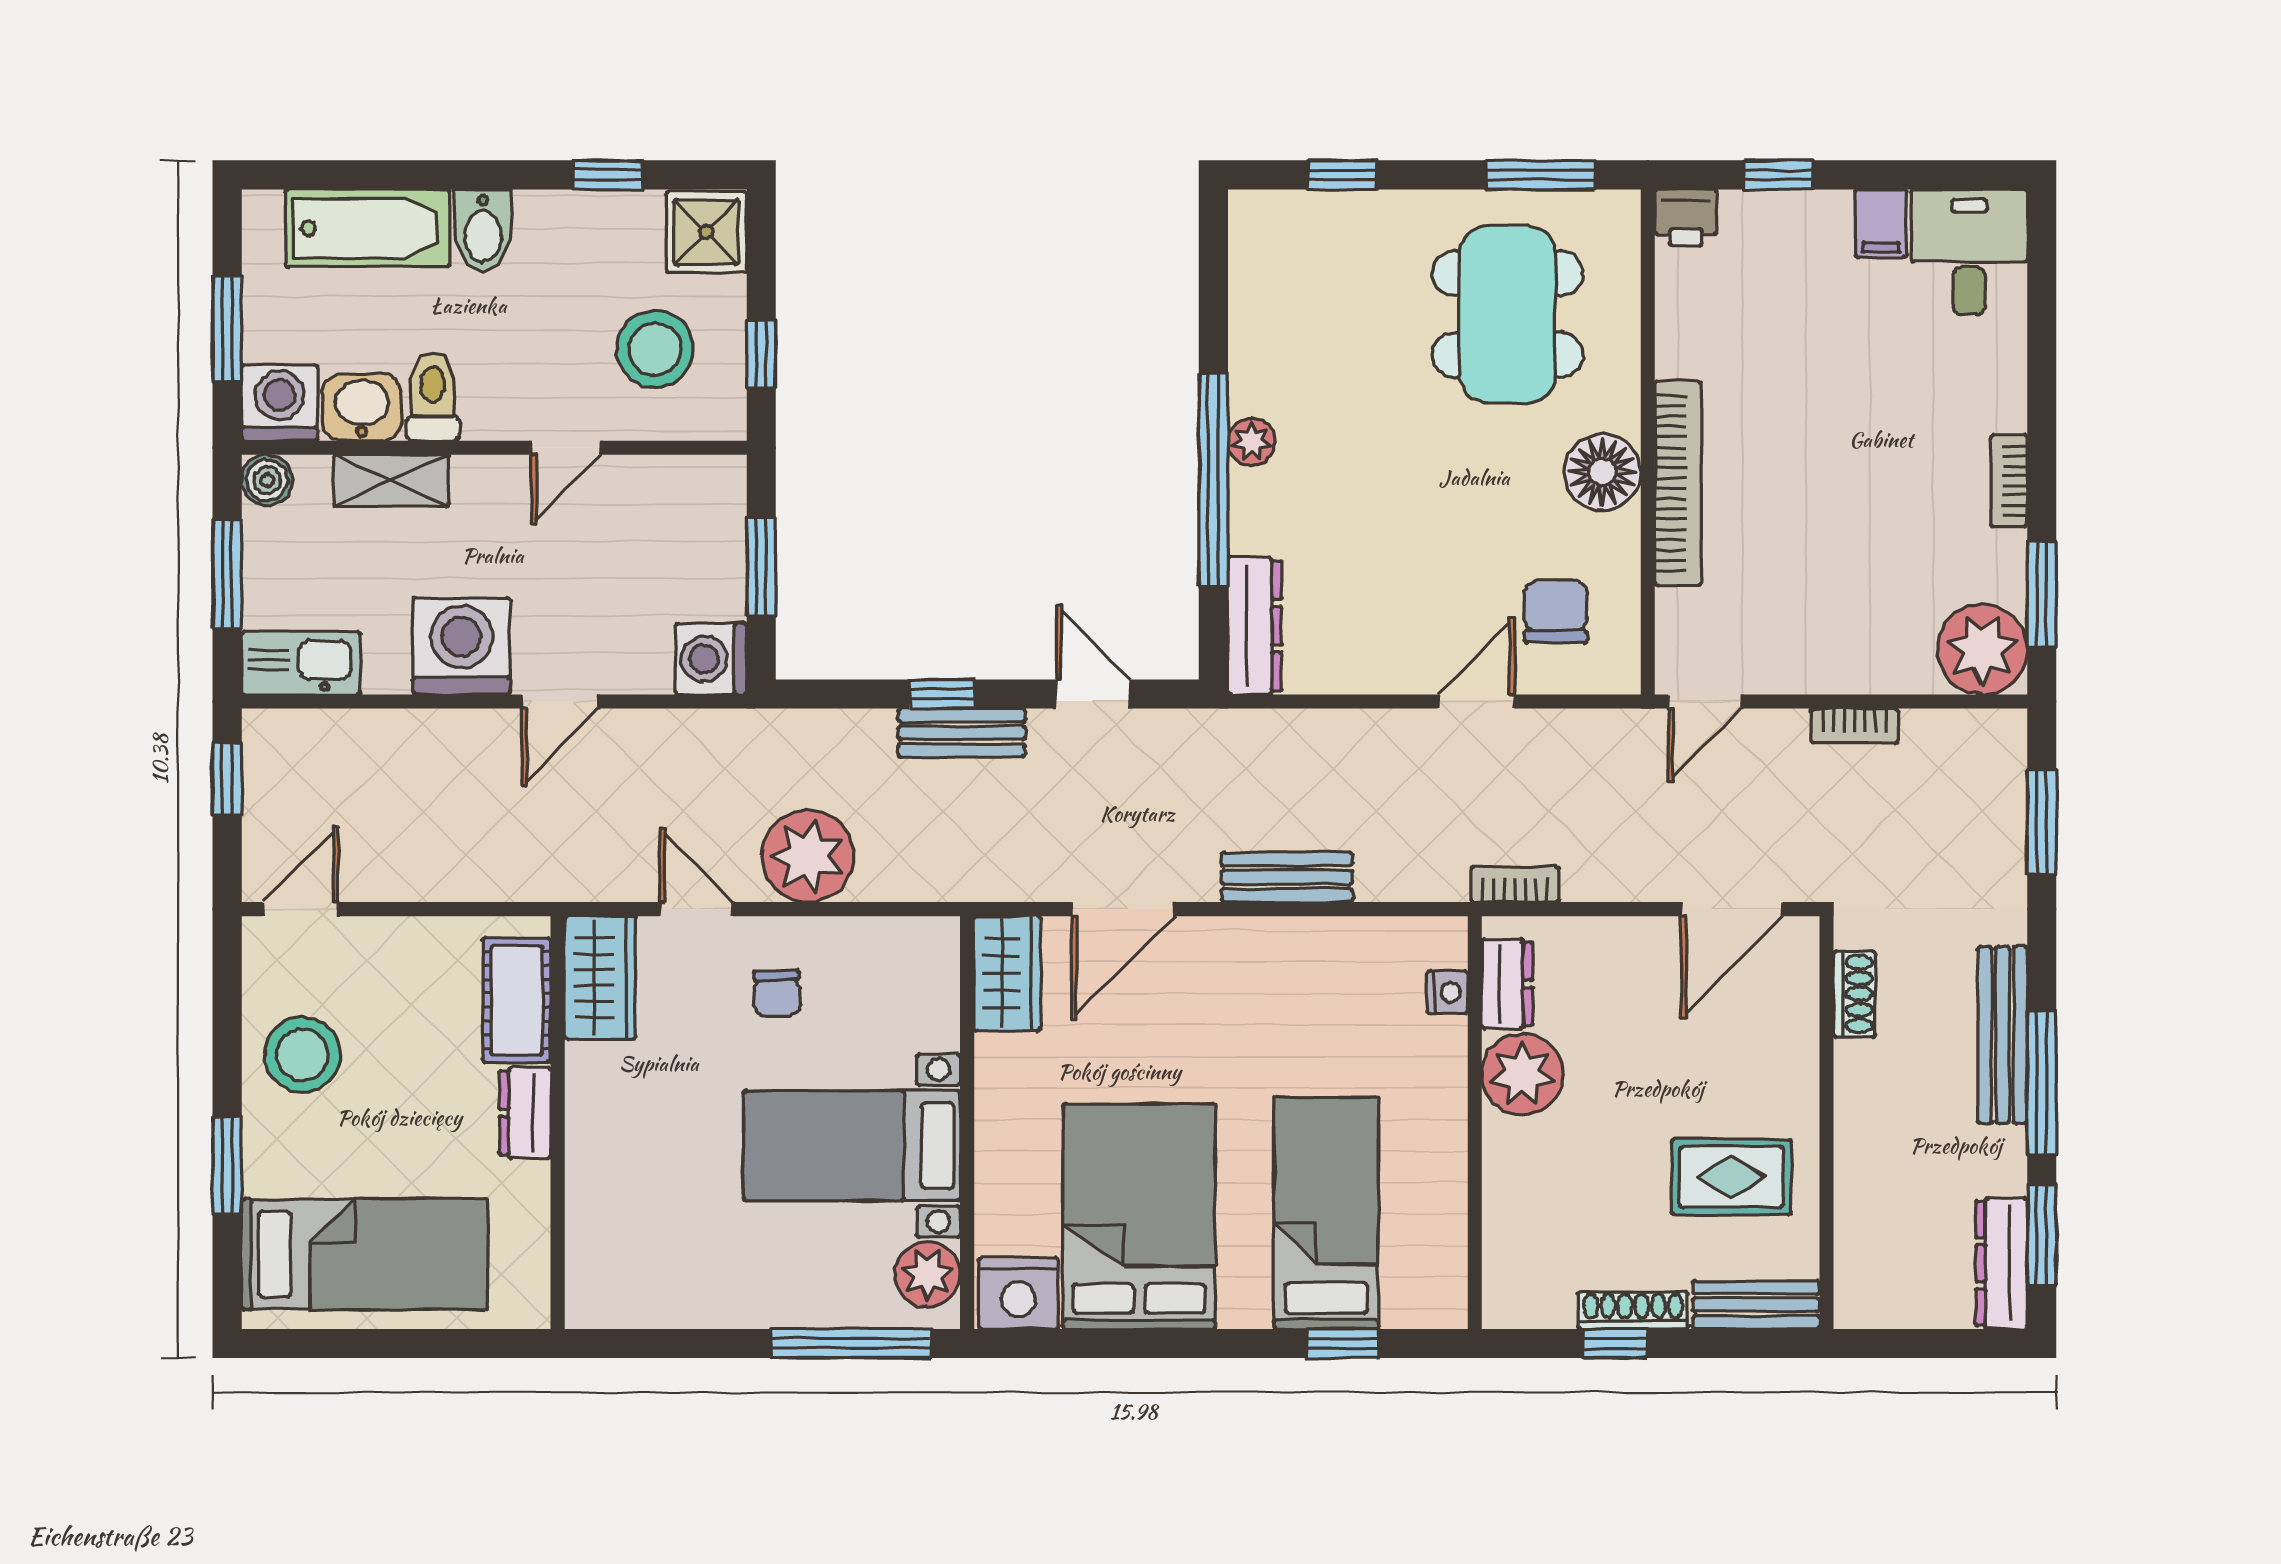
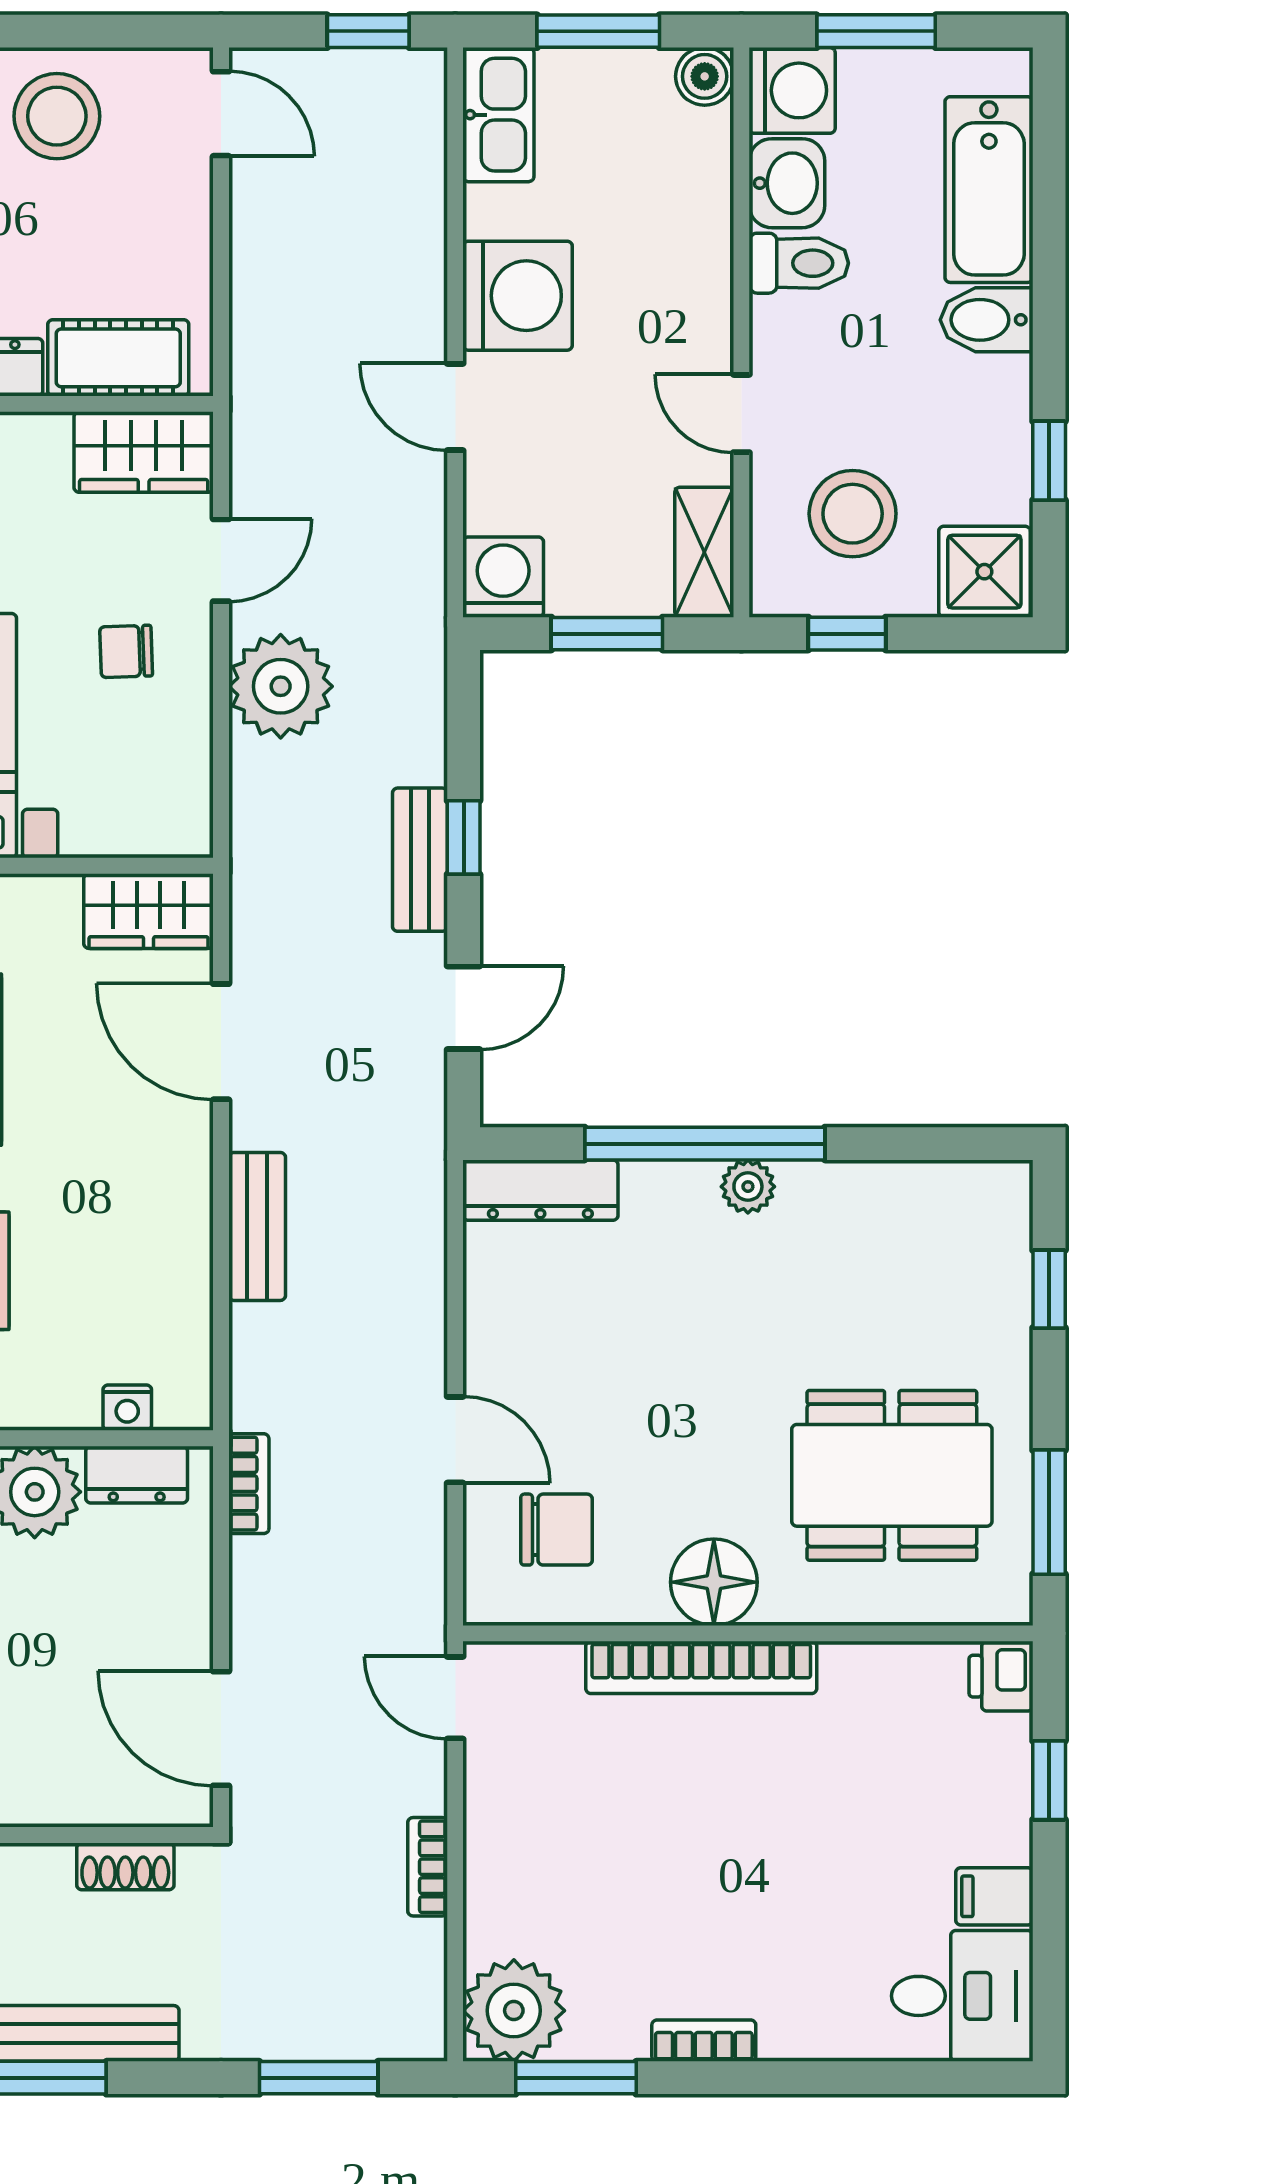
shelving: (391, 481) -> (704, 552), moved

